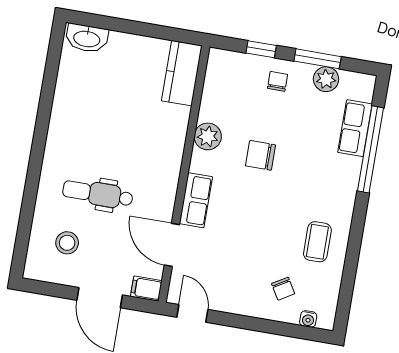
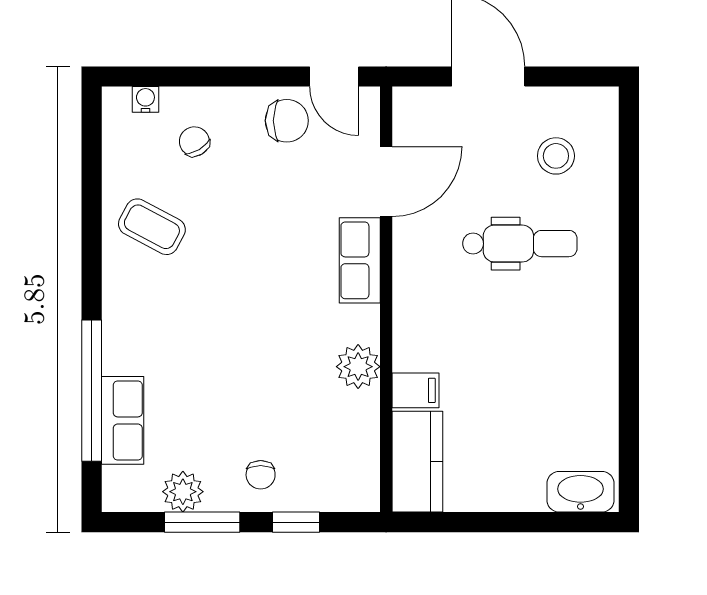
chair: (260, 155) -> (287, 121), moved
coffee table: (317, 242) -> (152, 227), turned -62
door: (172, 245) -> (386, 182), hinge flipped
filing cabinet: (146, 289) -> (415, 390), moved

